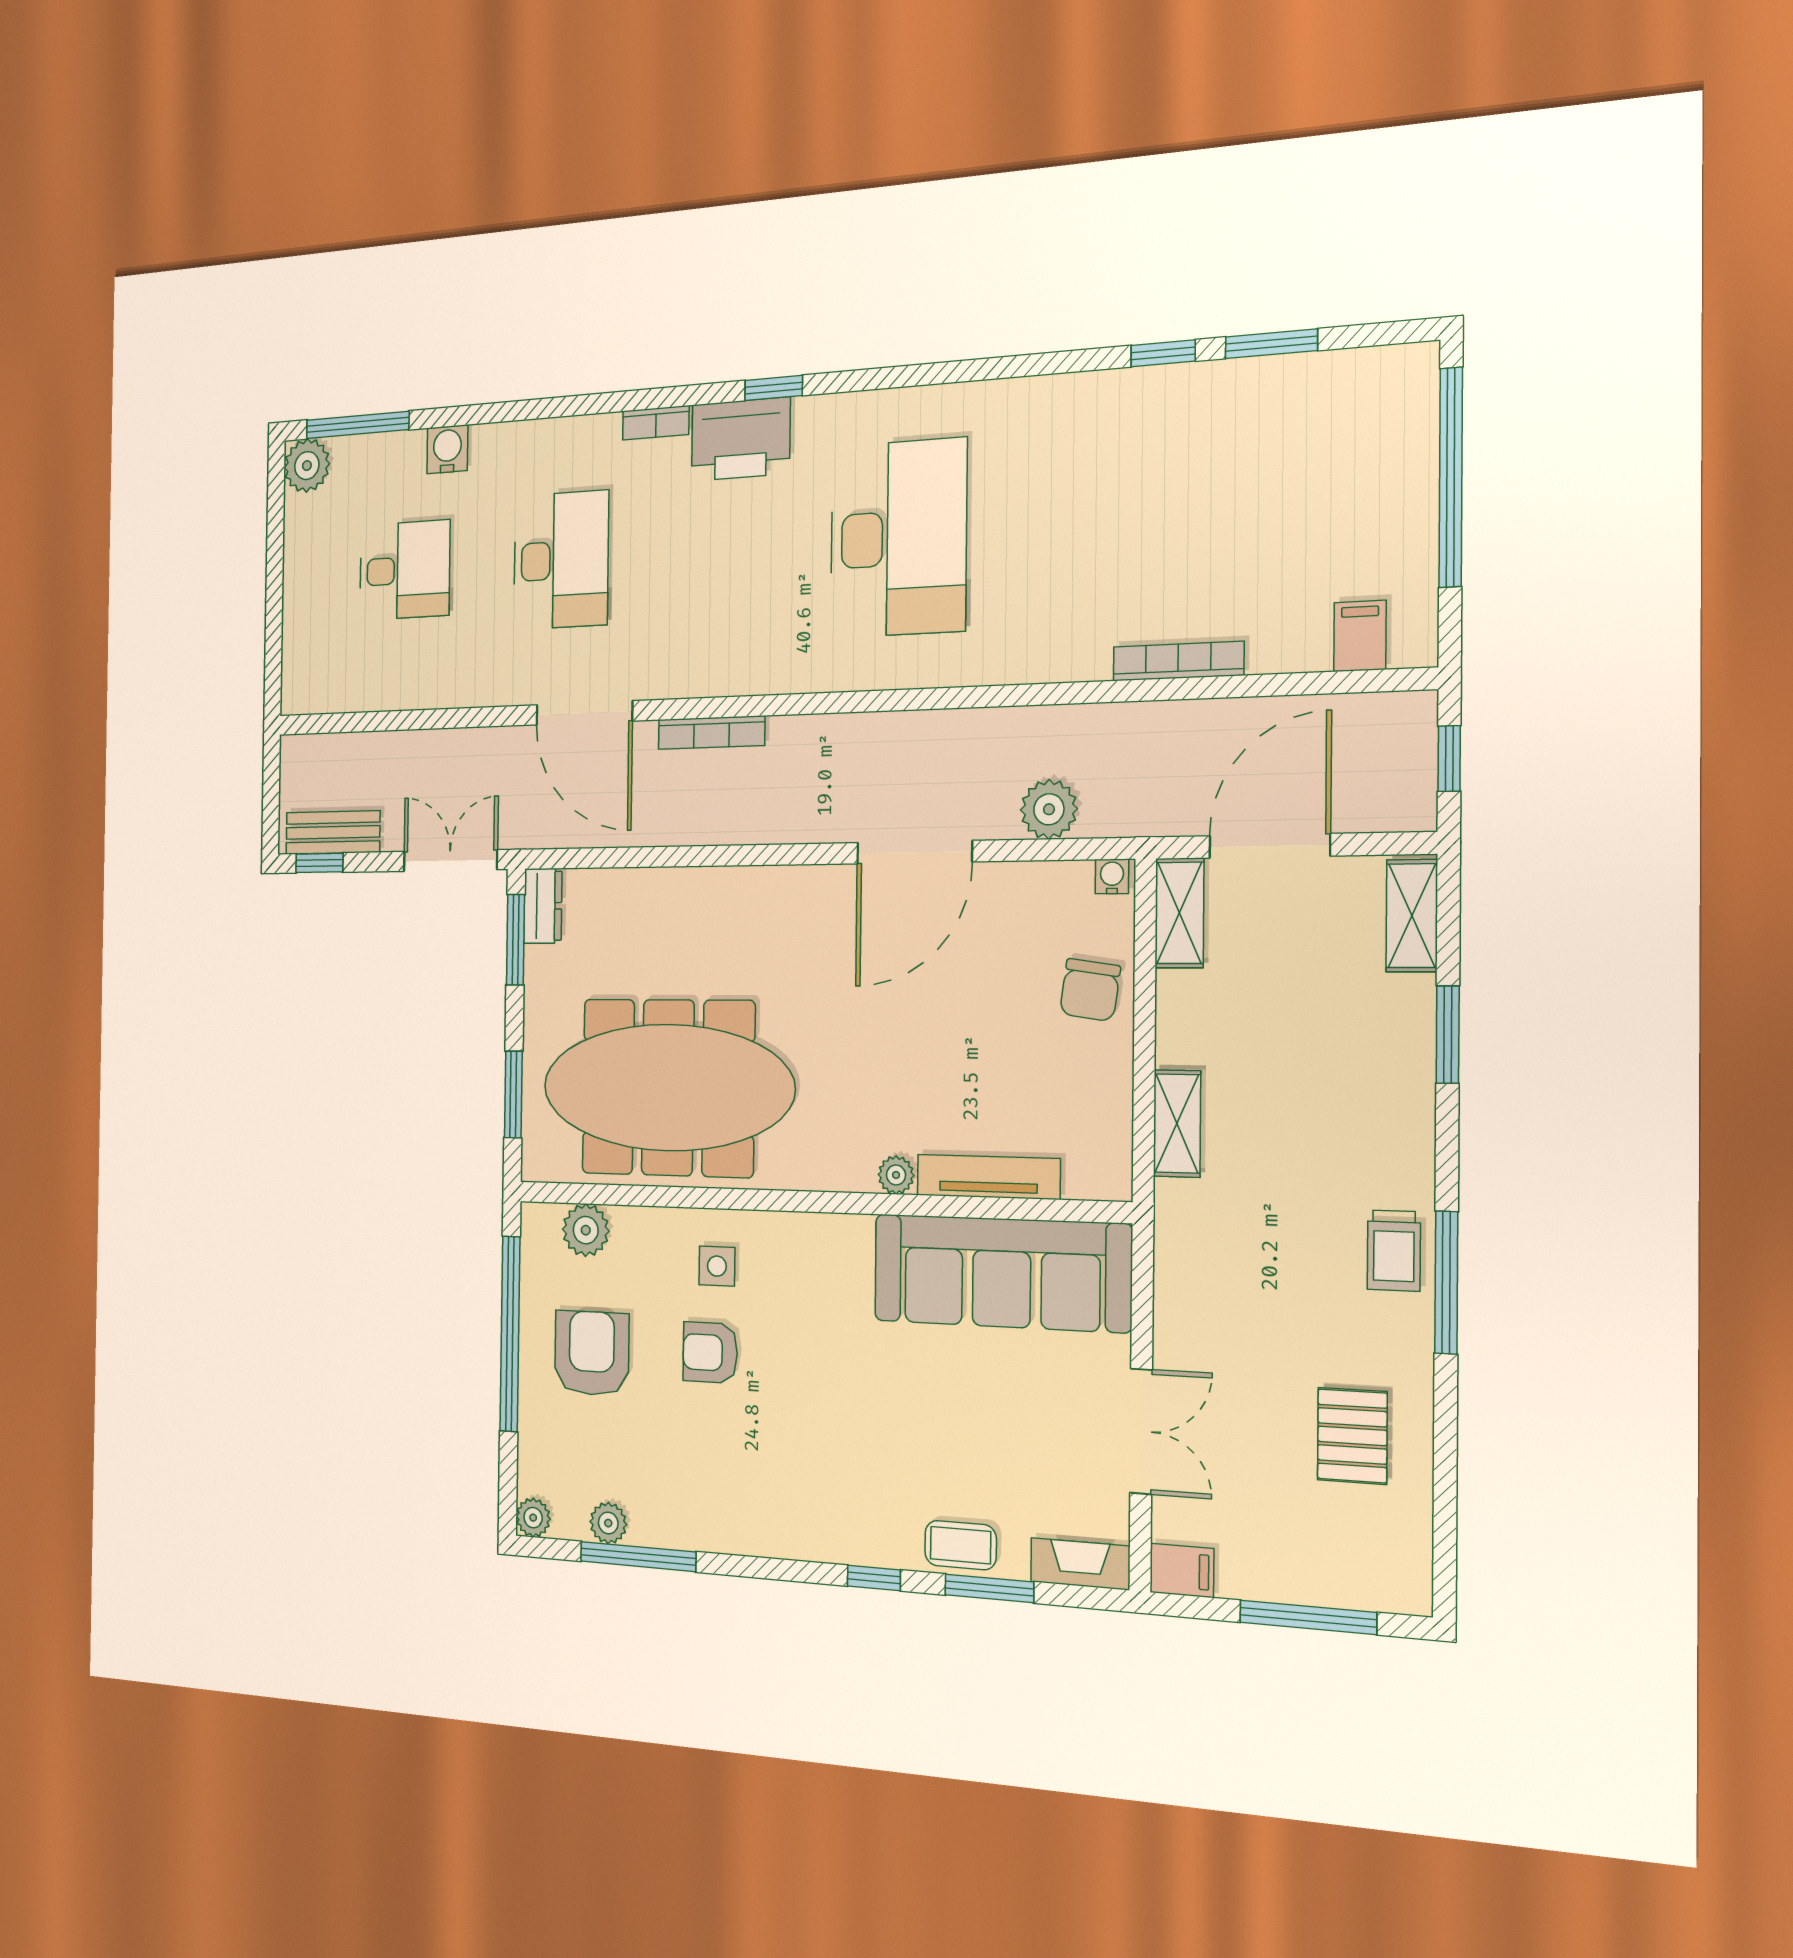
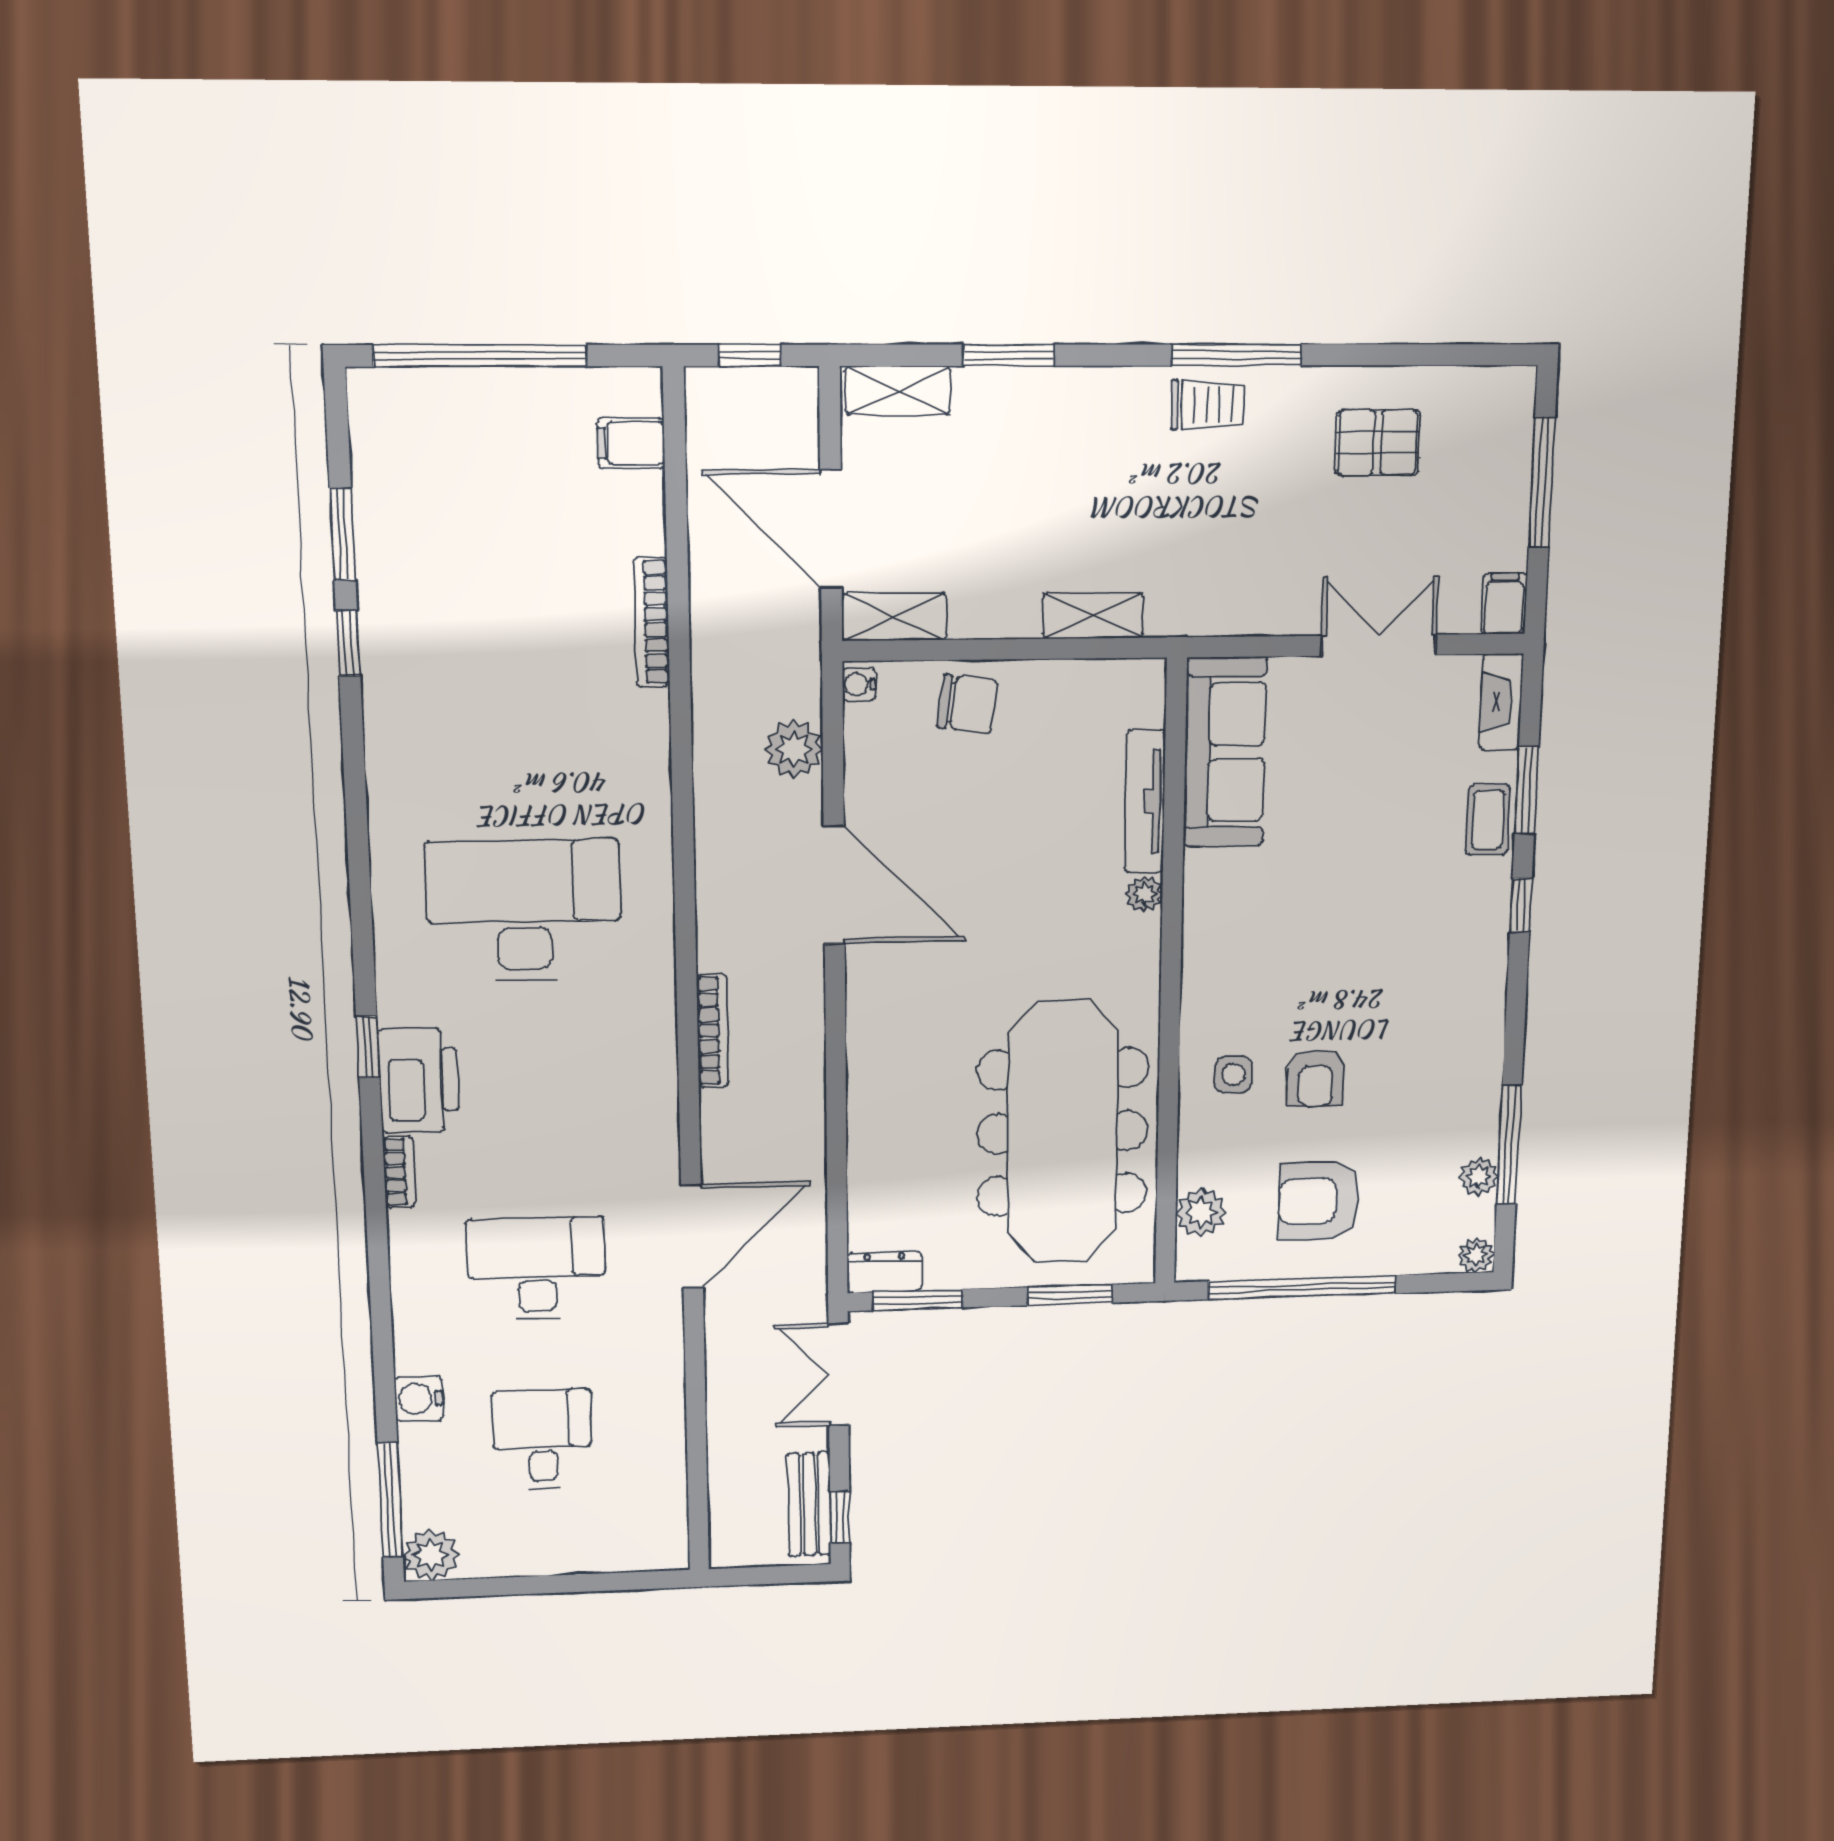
bookcase: (711, 733) -> (713, 1031), moved
sofa: (1002, 1273) -> (1225, 752), width x0.74, depth x0.79

